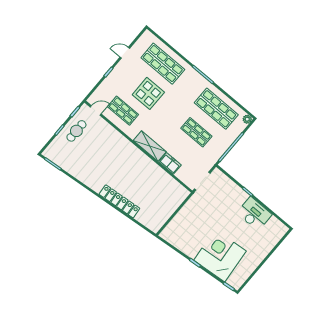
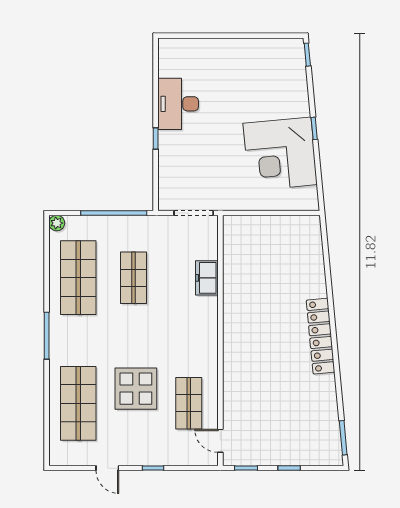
cafe table: (76, 131) -> (271, 444), removed
shelving: (150, 146) -> (207, 326), removed
locker: (119, 201) -> (321, 336), moved
corner desk: (220, 256) -> (280, 154), moved

